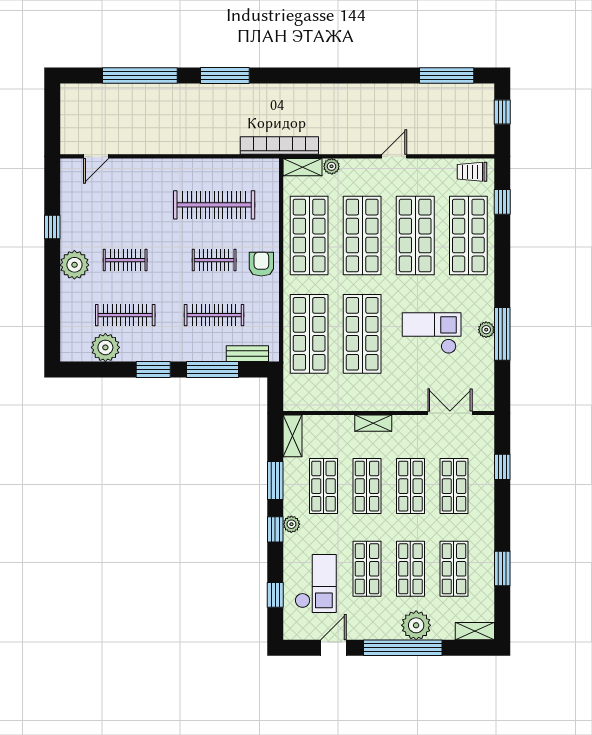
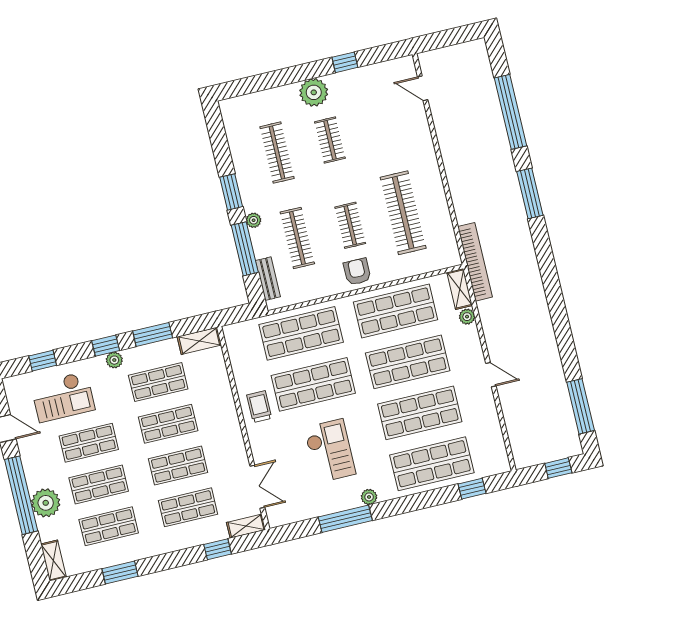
trolley: (472, 172) -> (259, 407), moved
armchair: (261, 264) -> (357, 272), turned -90
plant: (486, 330) -> (369, 497), moved
plant: (105, 347) -> (254, 220), moved, width x0.53, depth x0.53
shelving: (373, 423) -> (246, 526), moved, turned 90

